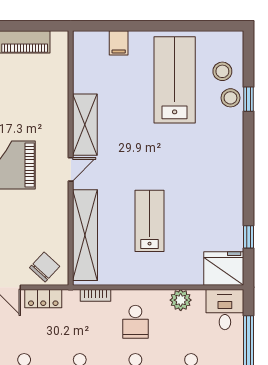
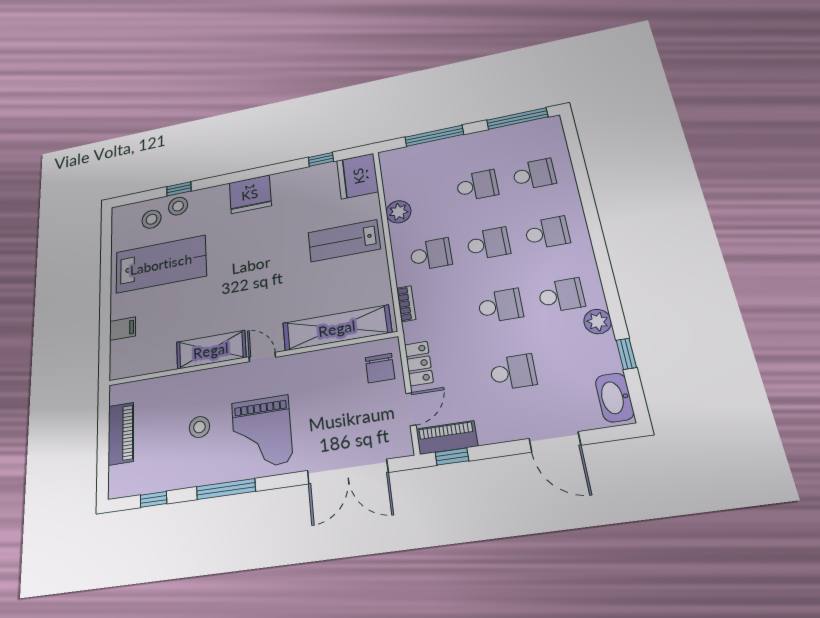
lab bench: (175, 80) -> (161, 264), turned 180
stool: (20, 112) -> (199, 427), added
fridge: (227, 168) -> (250, 194), added
lab bench: (150, 221) -> (344, 241), moved
chair: (45, 267) -> (380, 368), turned -133
desk: (225, 310) -> (403, 166), removed

